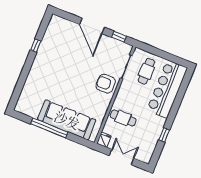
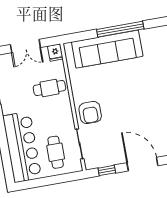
armchair: (106, 84) -> (90, 113), turned 90

